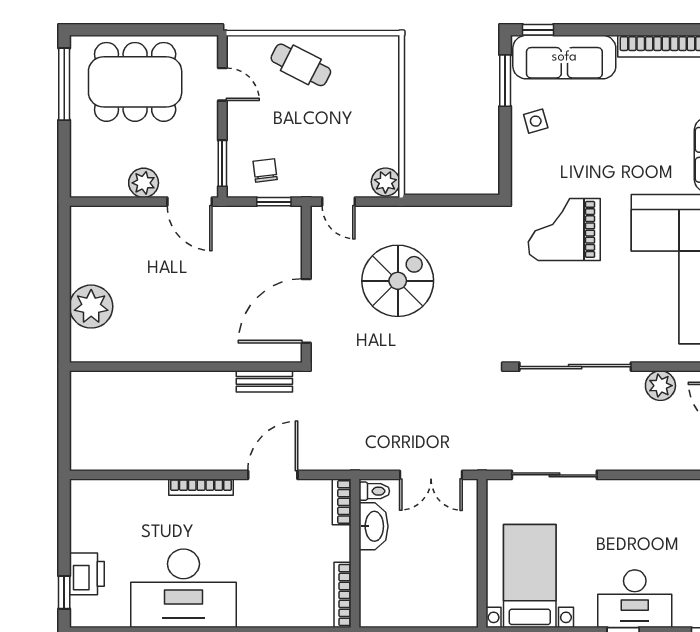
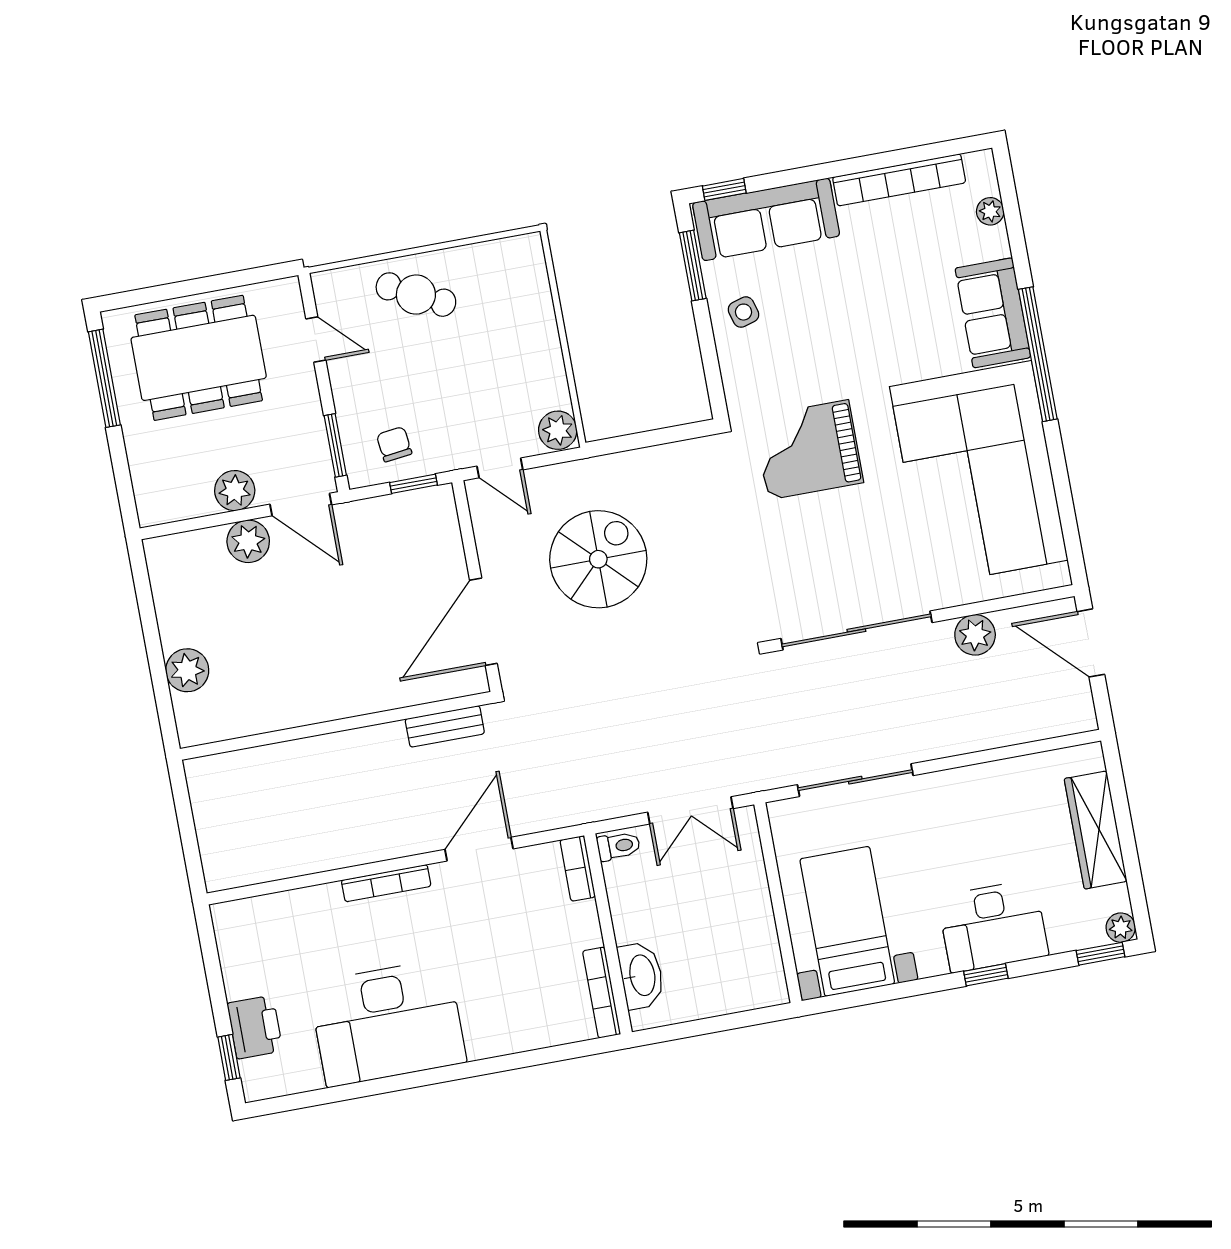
plant: (147, 221) -> (248, 541), added
plant: (91, 307) -> (187, 670), width x0.73, depth x0.73
washbasin: (373, 526) -> (641, 975), moved

